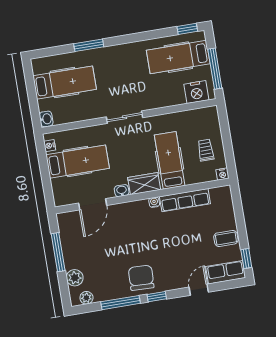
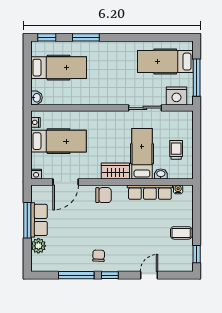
window: (187, 29) -> (47, 37), moved
sliding door: (124, 117) -> (145, 108), moved
nightstand: (222, 174) -> (36, 174), moved
washbasin: (122, 191) -> (161, 174), moved
water cooler: (154, 202) -> (178, 189), moved
chair: (136, 212) -> (104, 195), added
row of seats: (226, 272) -> (39, 220), moved, turned 90
chair: (141, 278) -> (99, 256), width x0.54, depth x0.54
plant: (86, 298) -> (46, 266), removed

